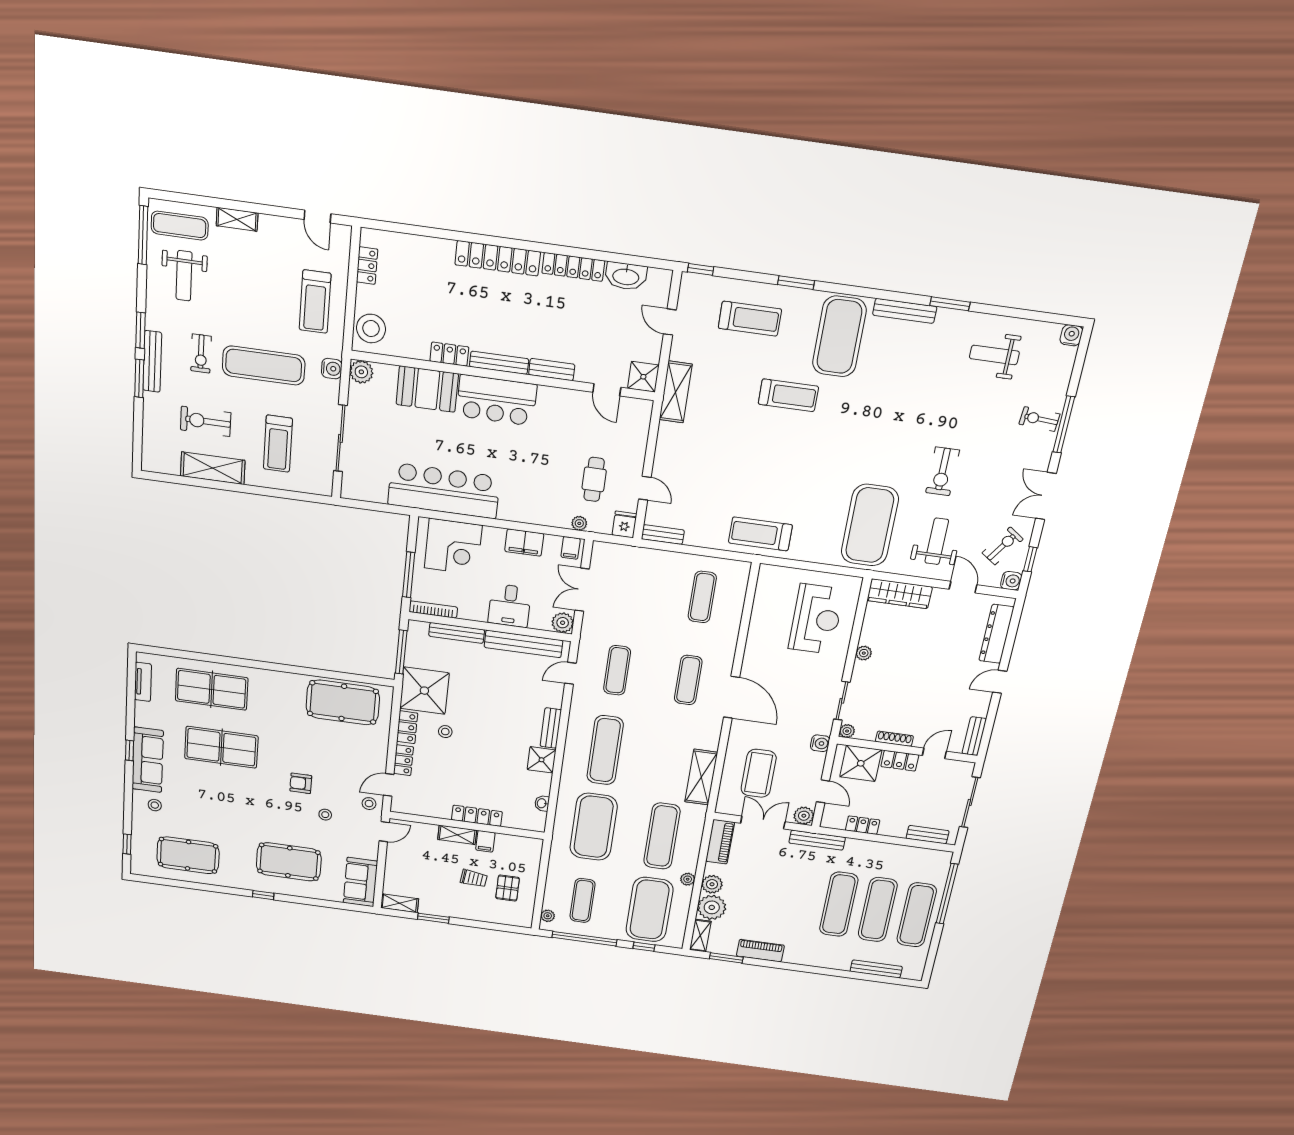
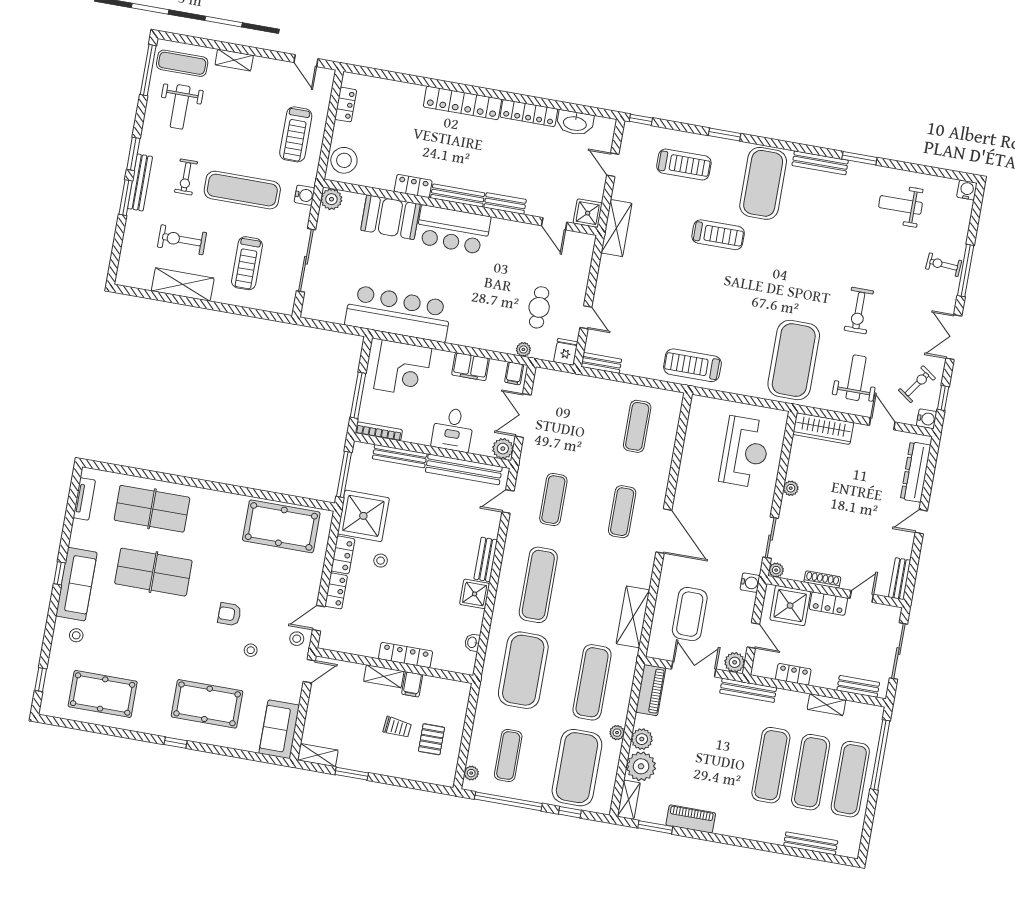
shelving: (895, 851) -> (826, 705), added

